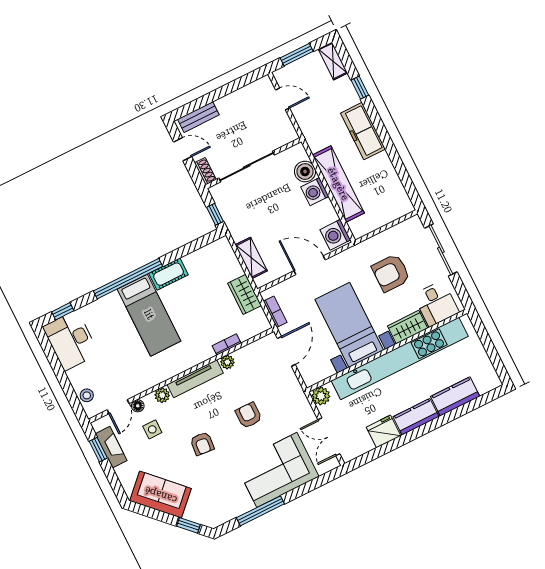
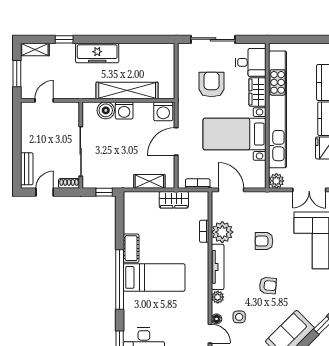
armchair: (391, 273) -> (212, 84), turned 180
plant: (227, 362) -> (222, 232), width x1.88, depth x1.88

